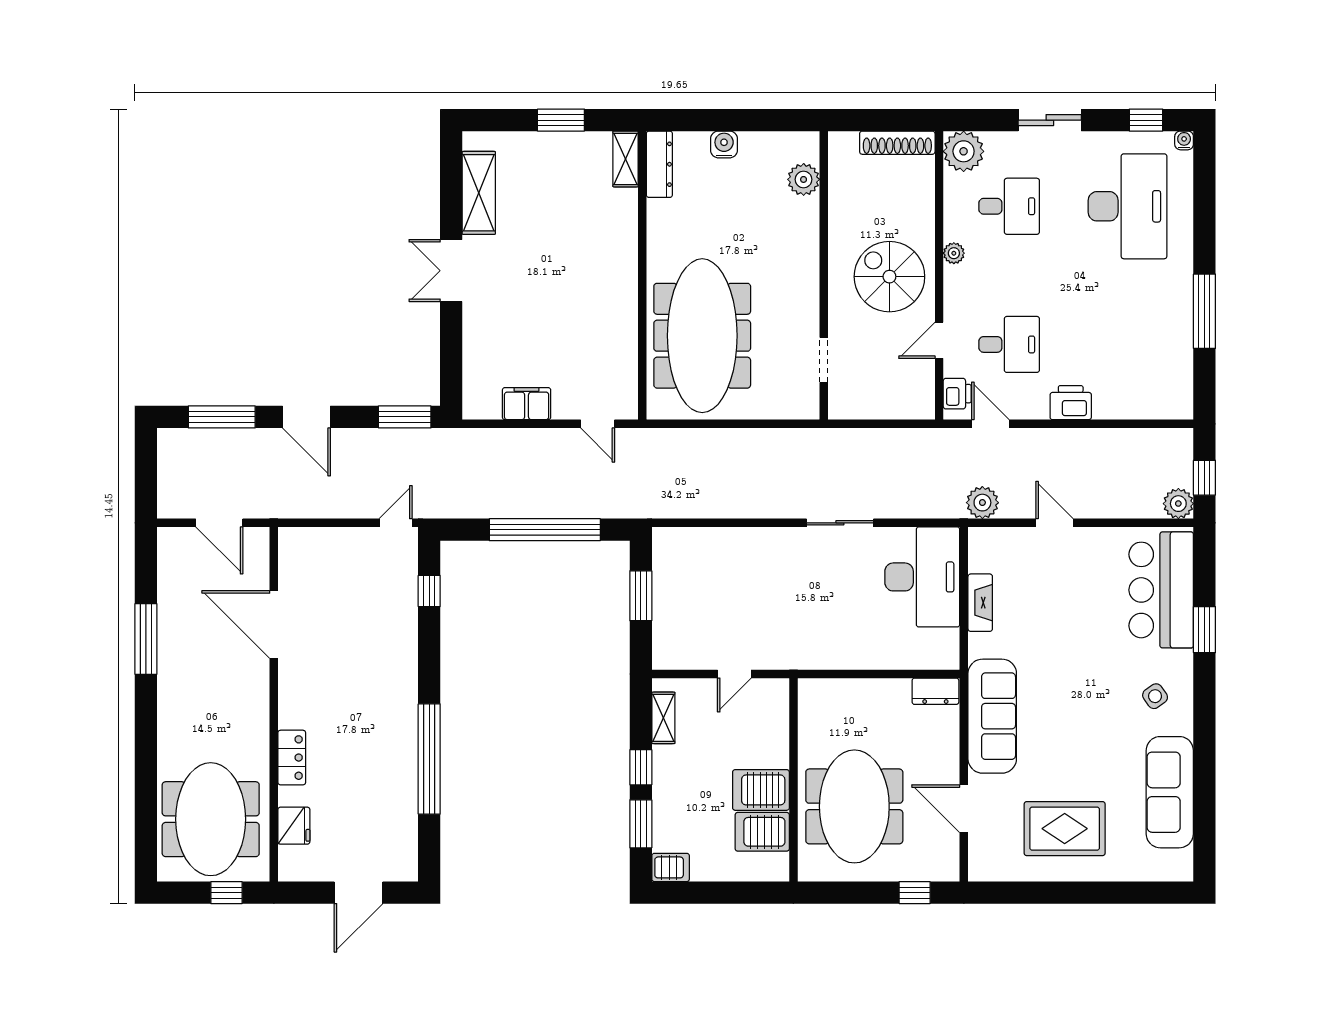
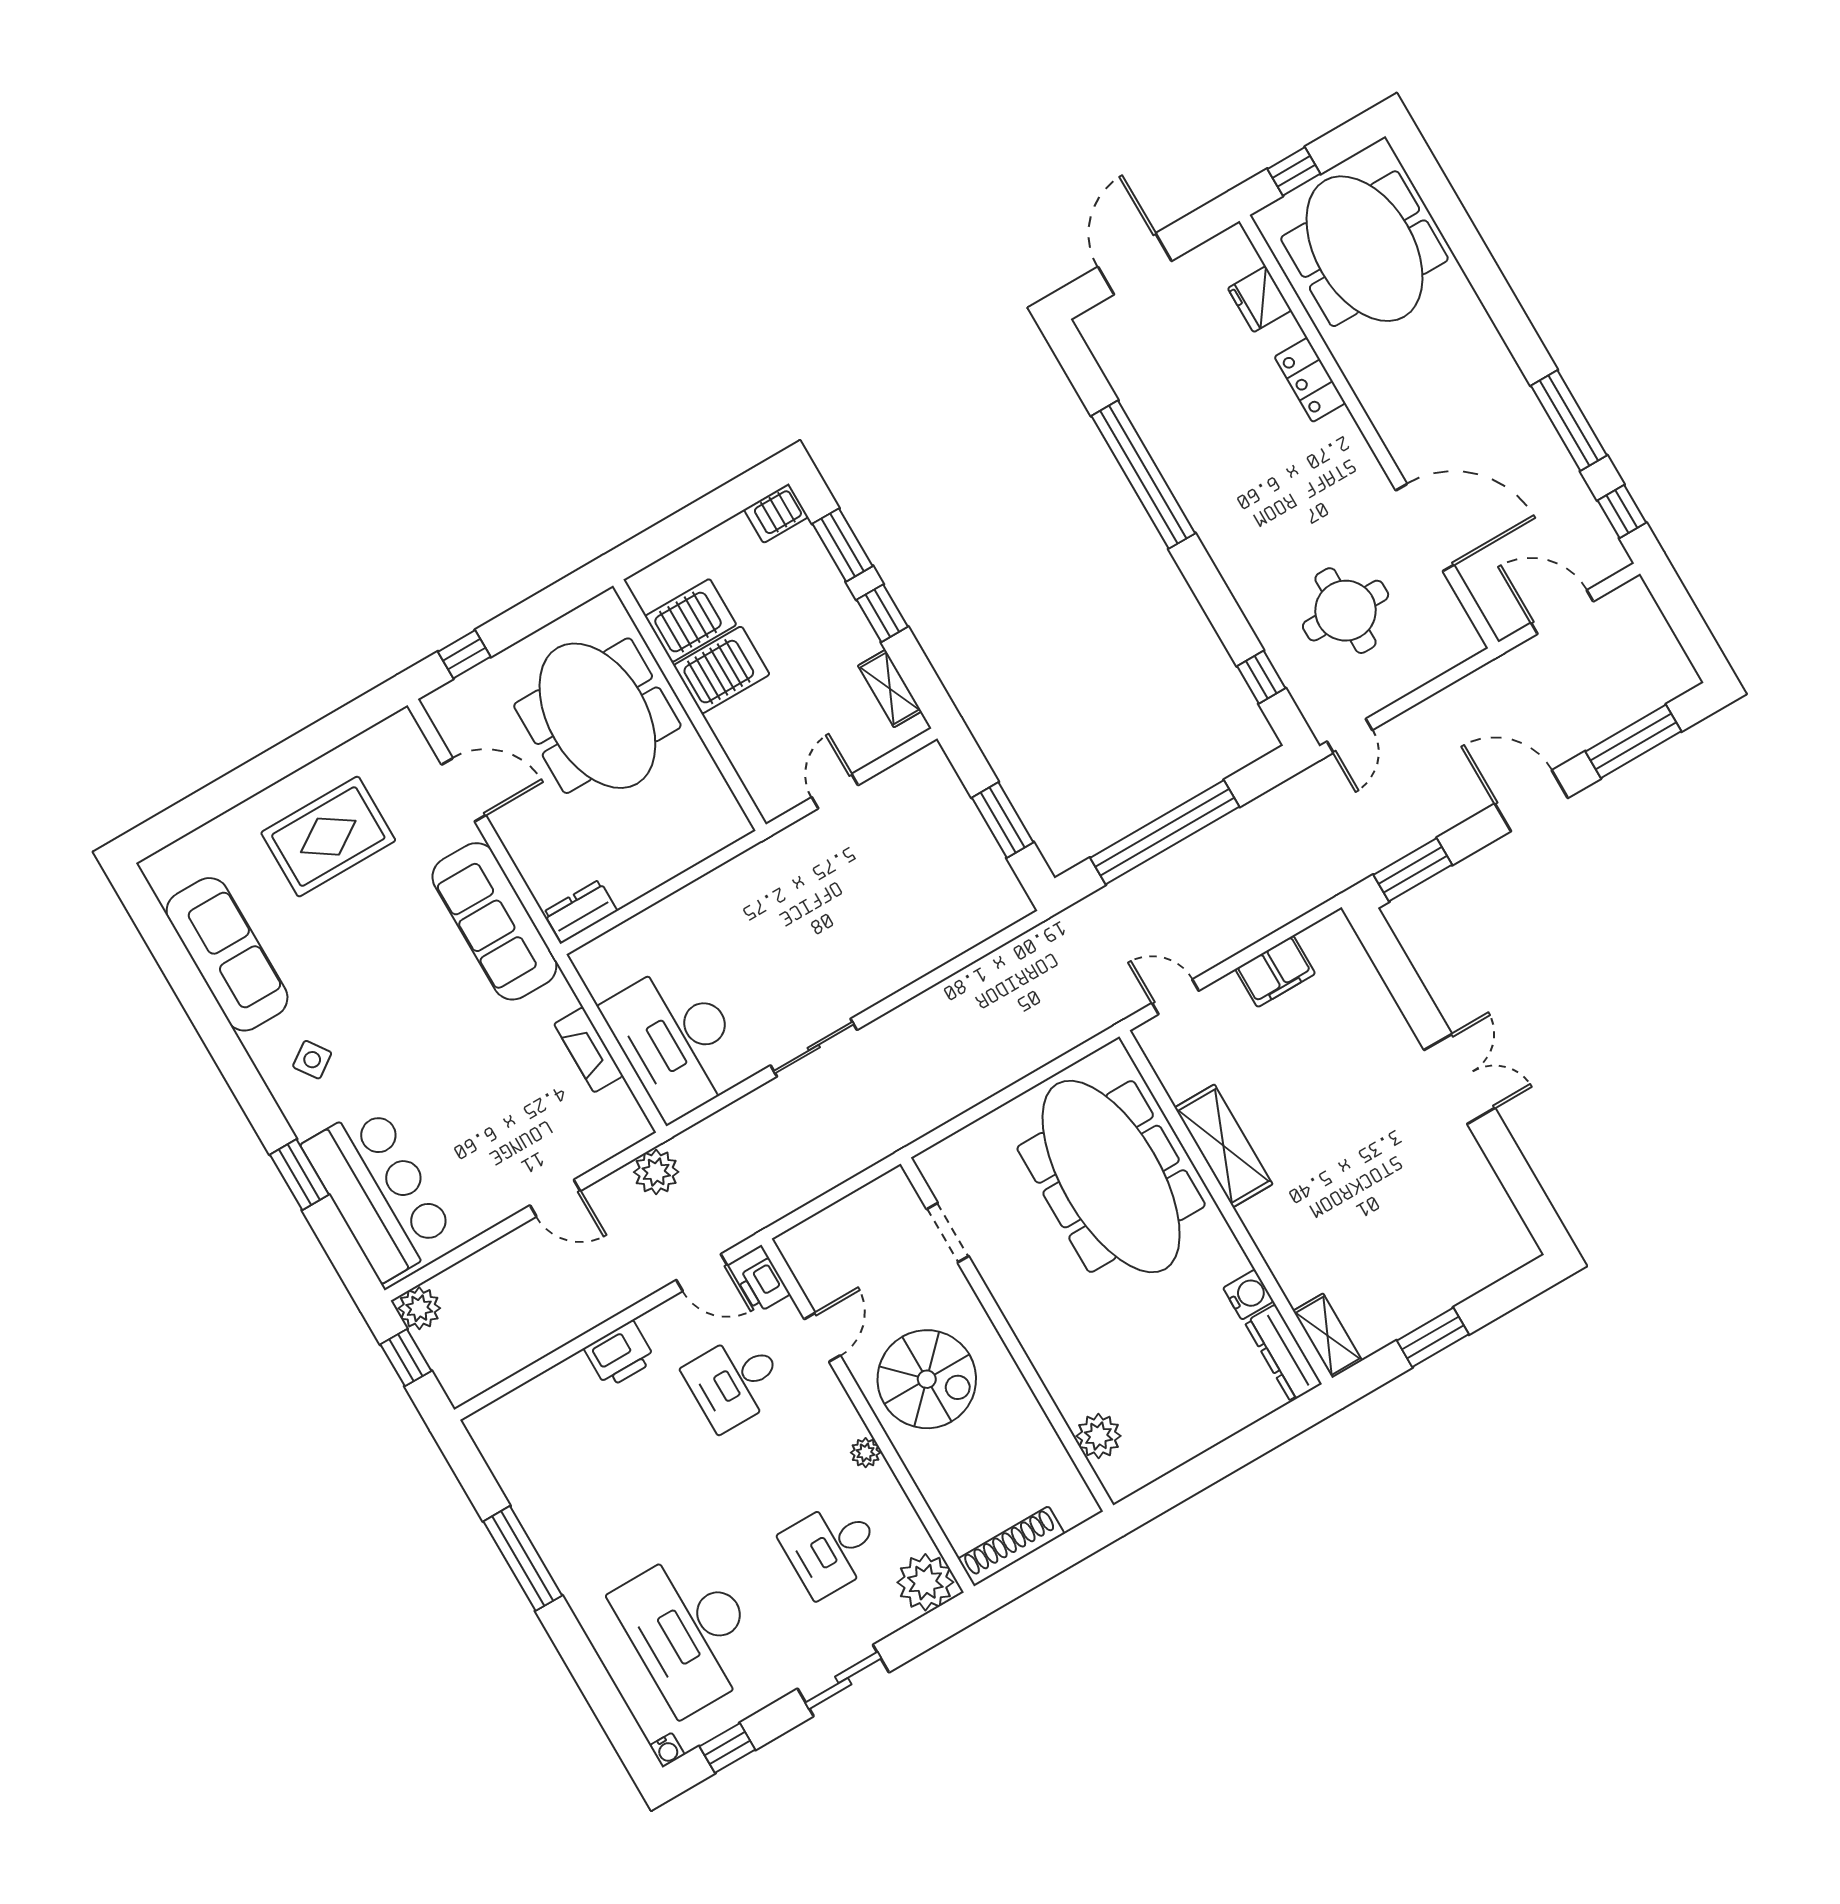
water cooler: (724, 144) -> (1248, 1295), moved, turned -90
shelving: (479, 193) -> (1224, 1146), moved
window: (146, 564) -> (1622, 511), added
round table: (353, 602) -> (1346, 611), added

